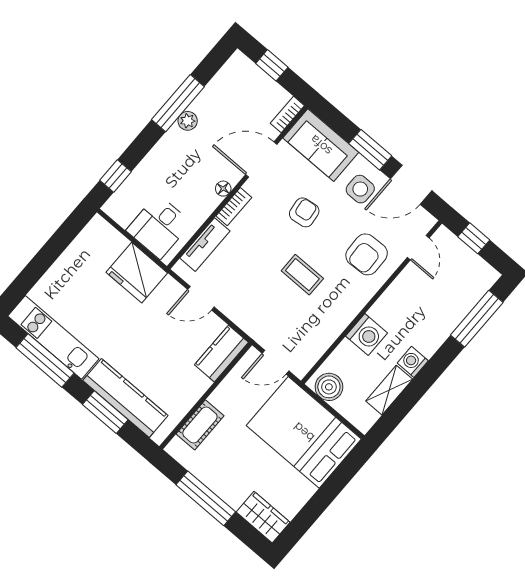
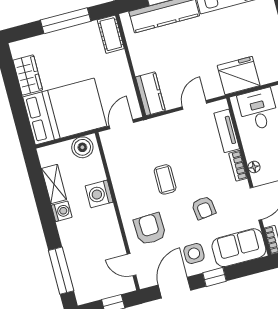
window: (370, 150) -> (215, 277), width x0.67
coffee table: (302, 275) -> (165, 179), turned 90
cot: (200, 425) -> (111, 34), moved
wardrobe: (263, 517) -> (28, 75), moved, turned -90

